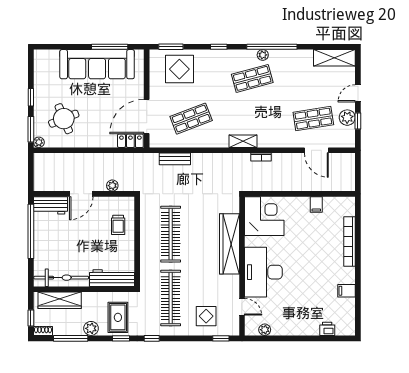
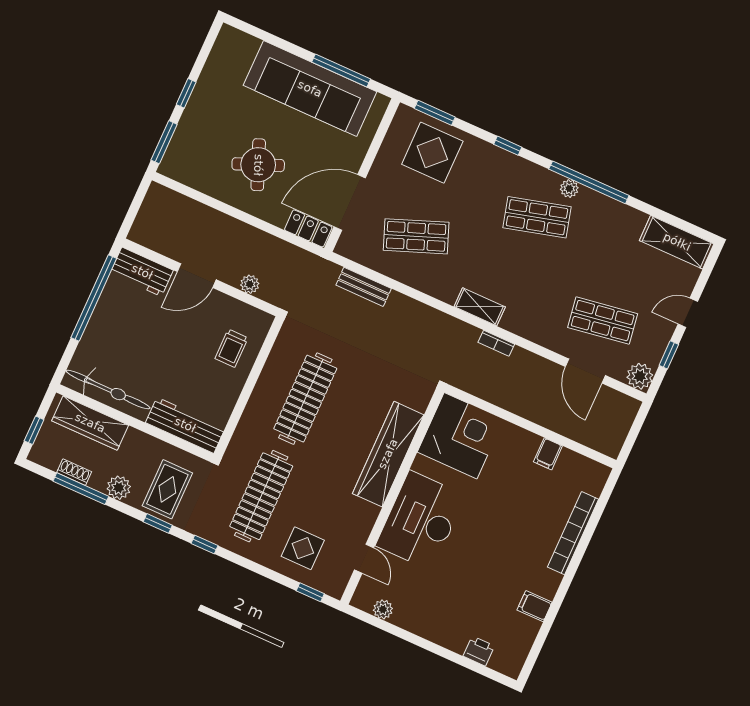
plant: (347, 118) -> (640, 376), moved
round table: (64, 119) -> (258, 165), moved
plant: (39, 142) -> (167, 168), removed
shoe rack: (43, 331) -> (74, 472), moved

